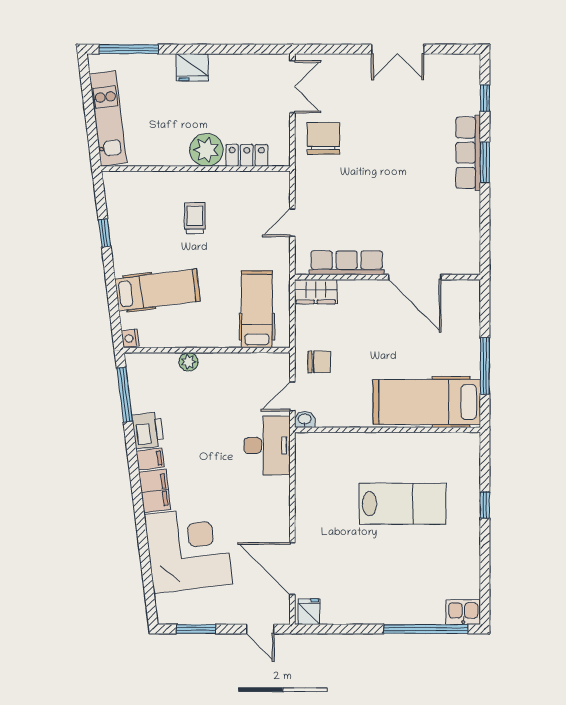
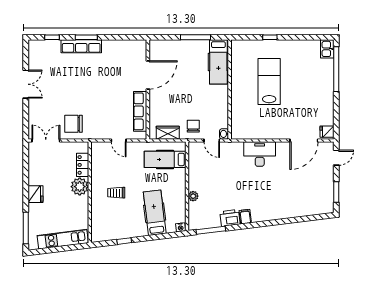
wardrobe: (316, 292) -> (168, 133), moved, turned -90
hospital bed: (427, 402) -> (218, 62), width x0.73, depth x0.78
desk: (267, 445) -> (260, 154), moved
filing cabinet: (155, 491) -> (262, 214), removed
corner desk: (188, 549) -> (294, 196), removed

